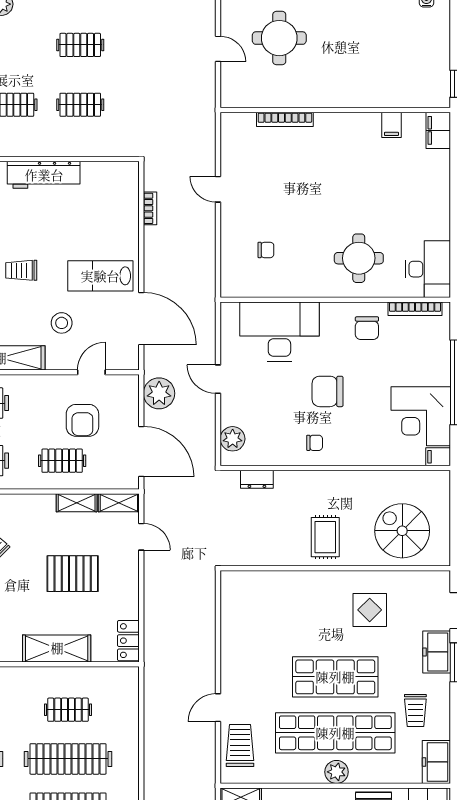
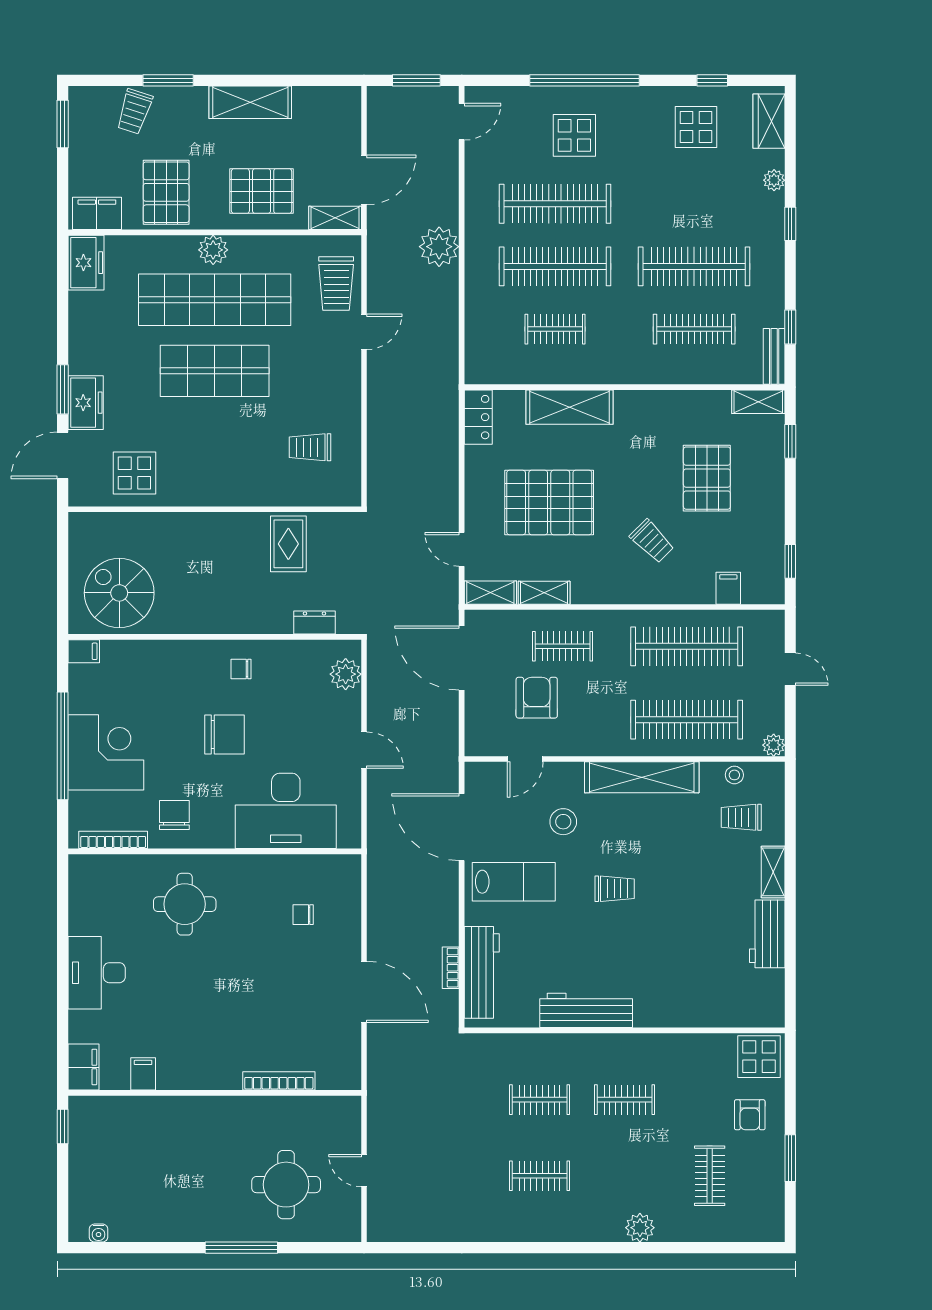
door: (218, 189) -> (364, 992), width x1.88
workbench: (126, 205) -> (482, 972), added
desk: (428, 269) -> (97, 973), moved
plant: (159, 393) -> (439, 247), moved
corner desk: (421, 416) -> (106, 752), moved
spiral stairs: (402, 531) -> (119, 593), moved, turned 180
rug: (325, 537) -> (288, 544), moved
pallet: (73, 574) -> (549, 502), width x1.37, depth x1.41
display table: (370, 610) -> (134, 473), moved
trolley: (415, 710) -> (310, 447), moved, turned -90

